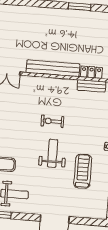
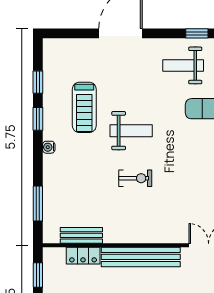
weight bench: (53, 153) -> (131, 131), turned -90

